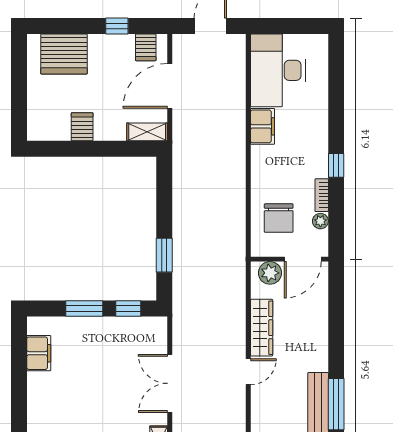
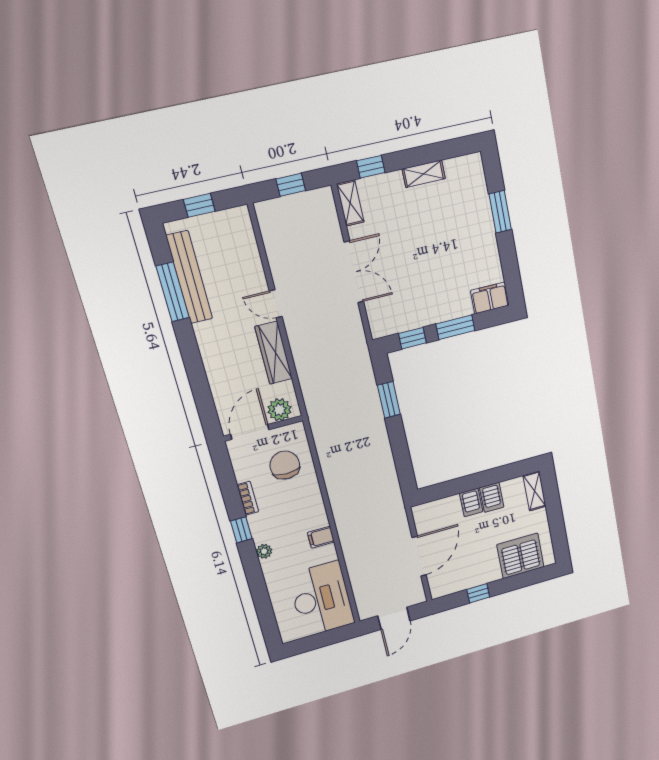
server rack: (146, 47) -> (471, 502), moved, turned 180
filing cabinet: (263, 126) -> (321, 537), width x0.50
shelving: (147, 132) -> (535, 491), moved, turned 90
plant: (320, 221) -> (264, 551), moved
filing cabinet: (39, 353) -> (490, 298), moved, turned 90
door: (248, 372) -> (276, 304), hinge flipped
window: (19, 406) -> (500, 212), added

